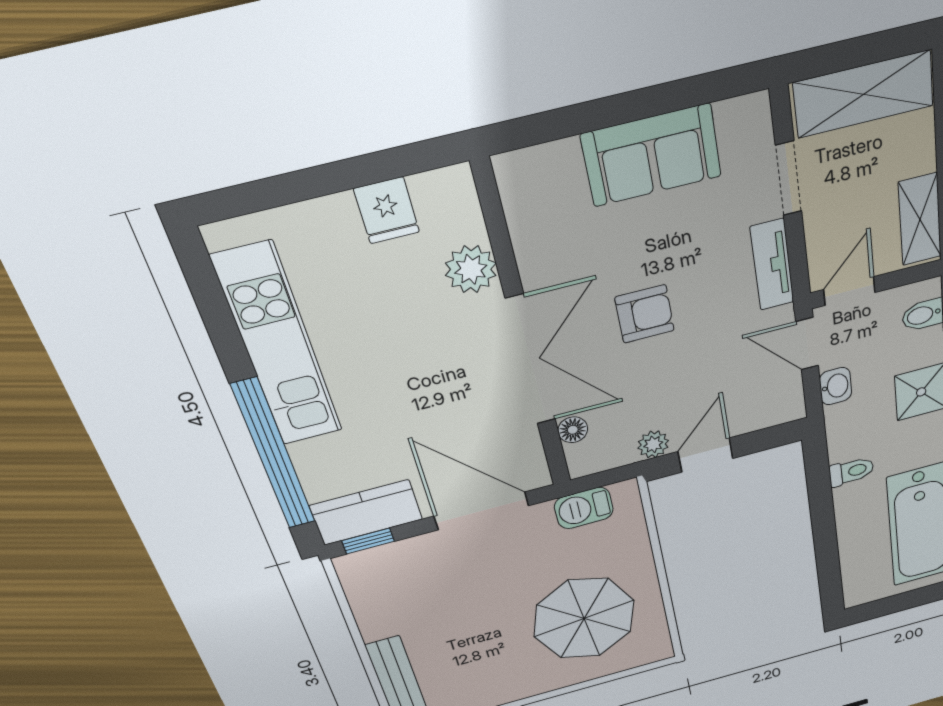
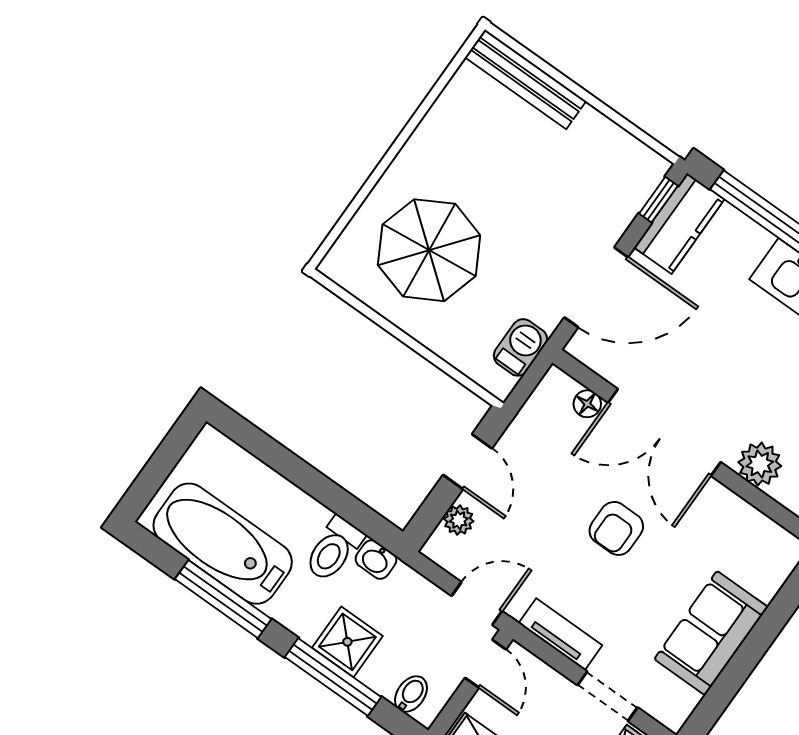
washbasin: (836, 386) -> (376, 560), moved
plant: (653, 444) -> (459, 520), moved
toilet: (851, 471) -> (334, 549), width x1.37, depth x1.39

